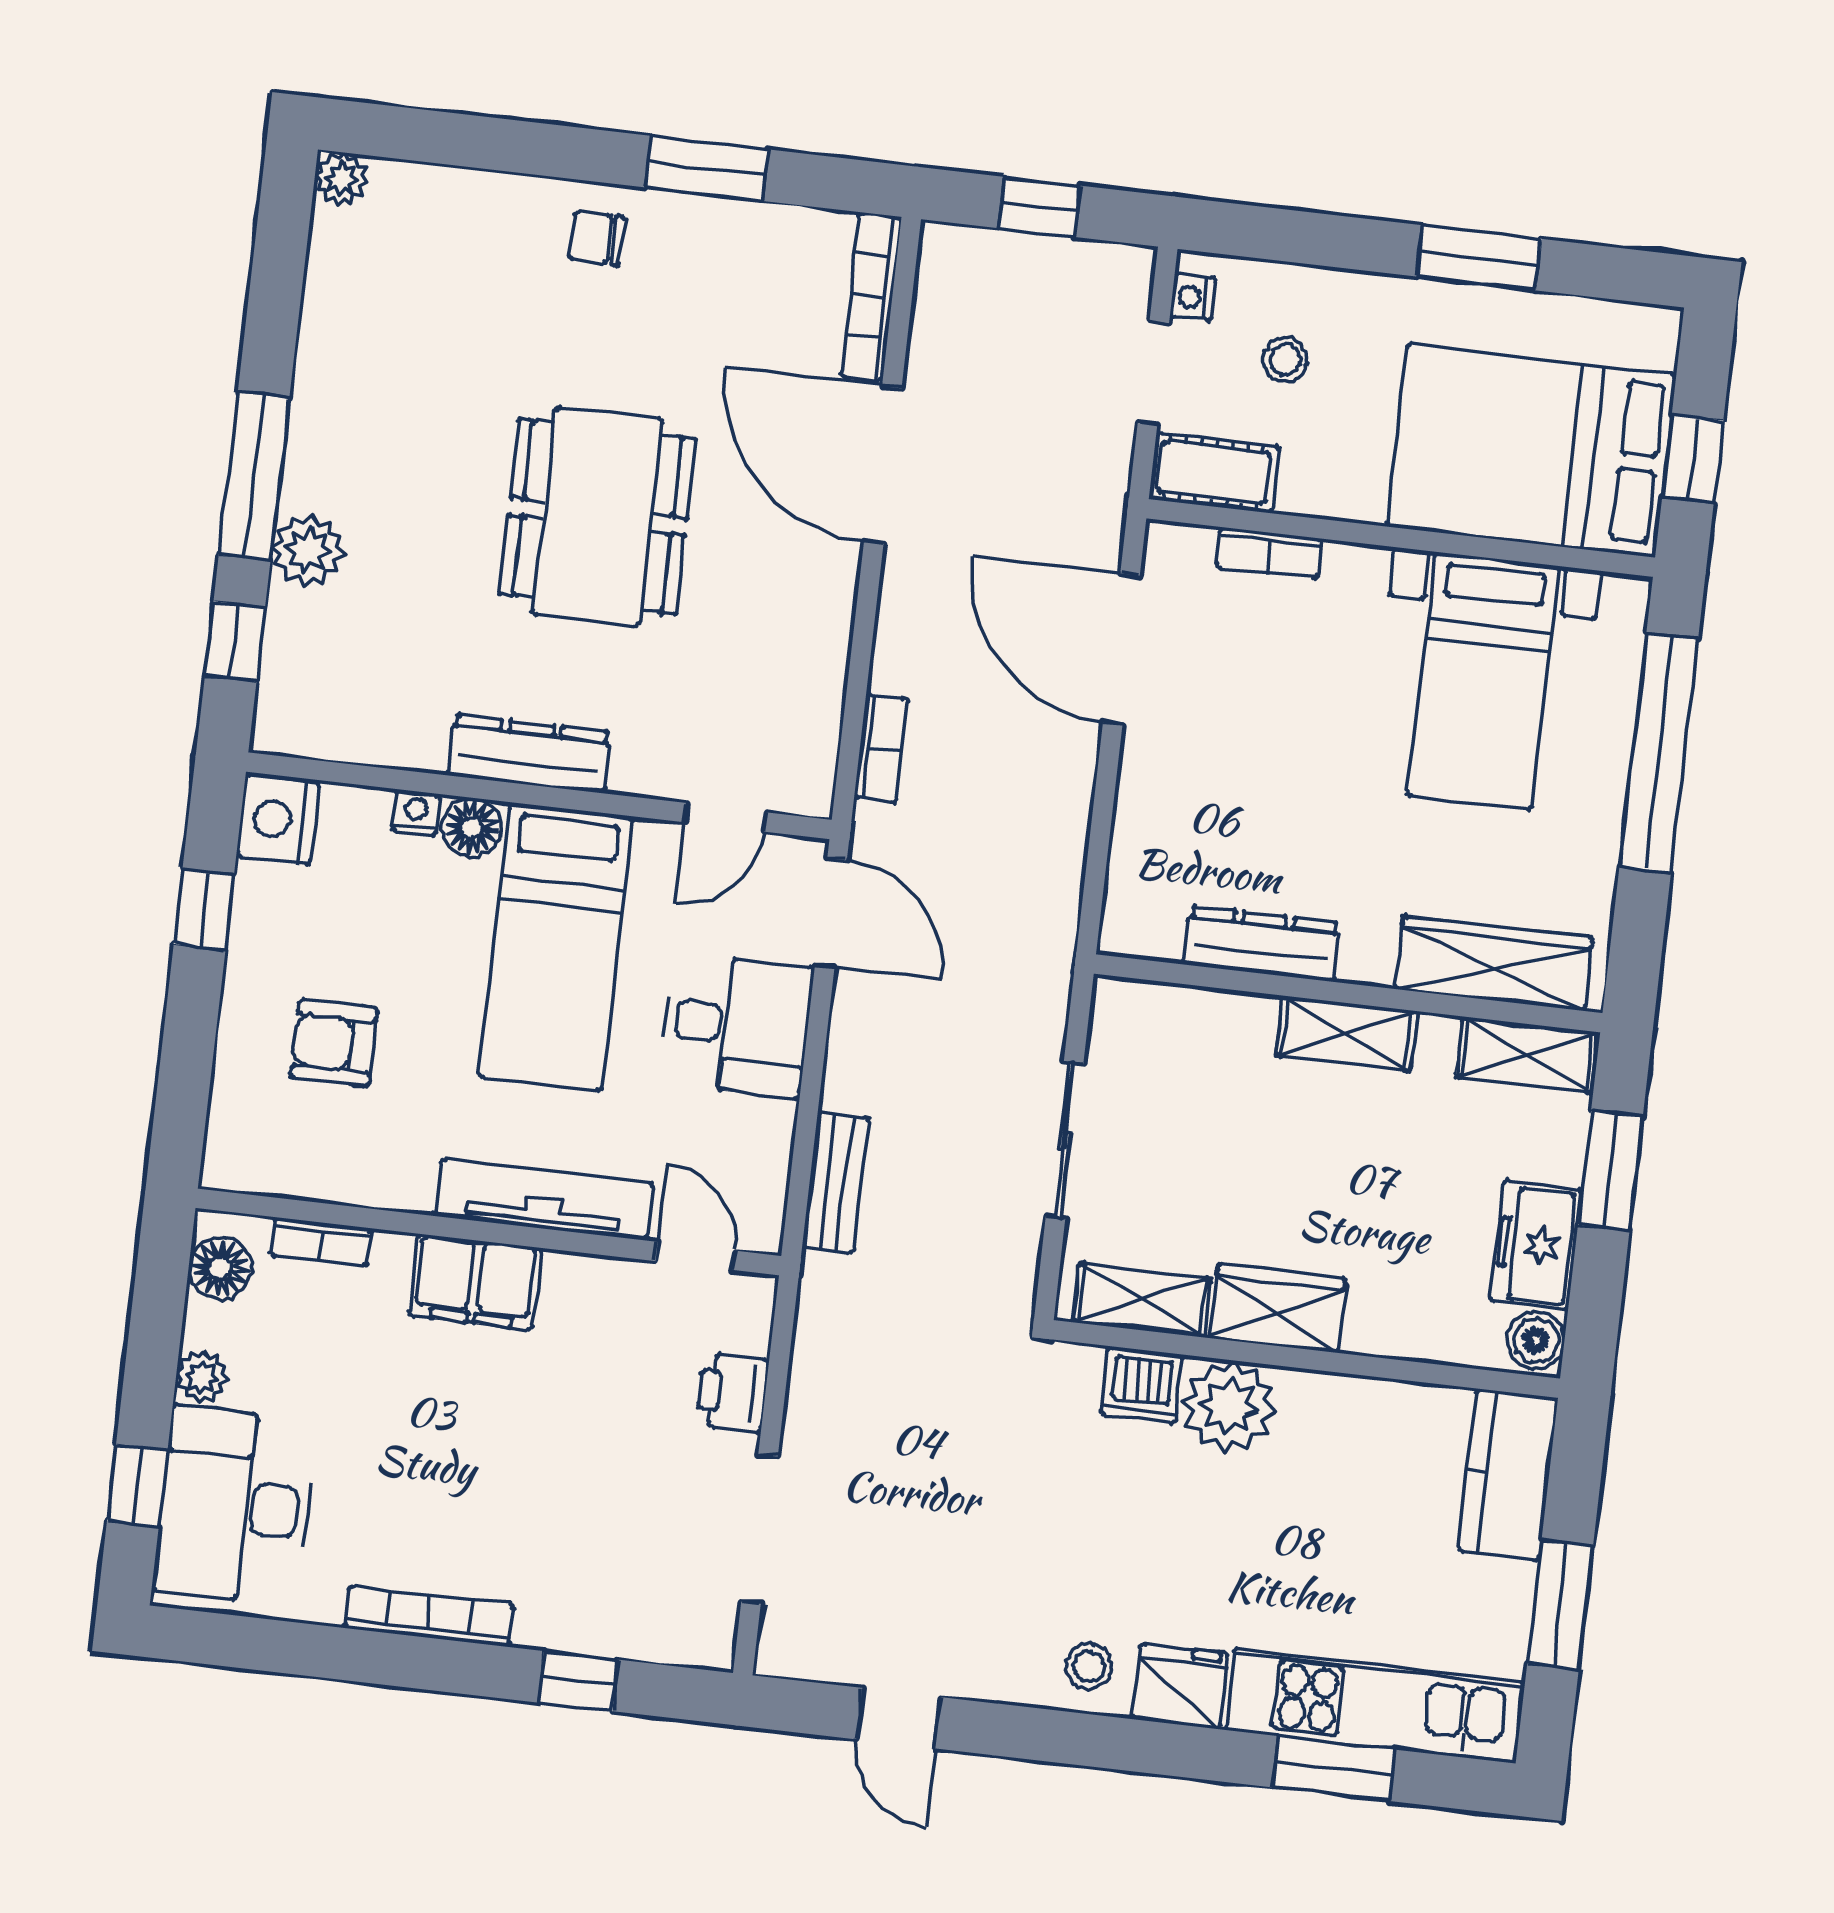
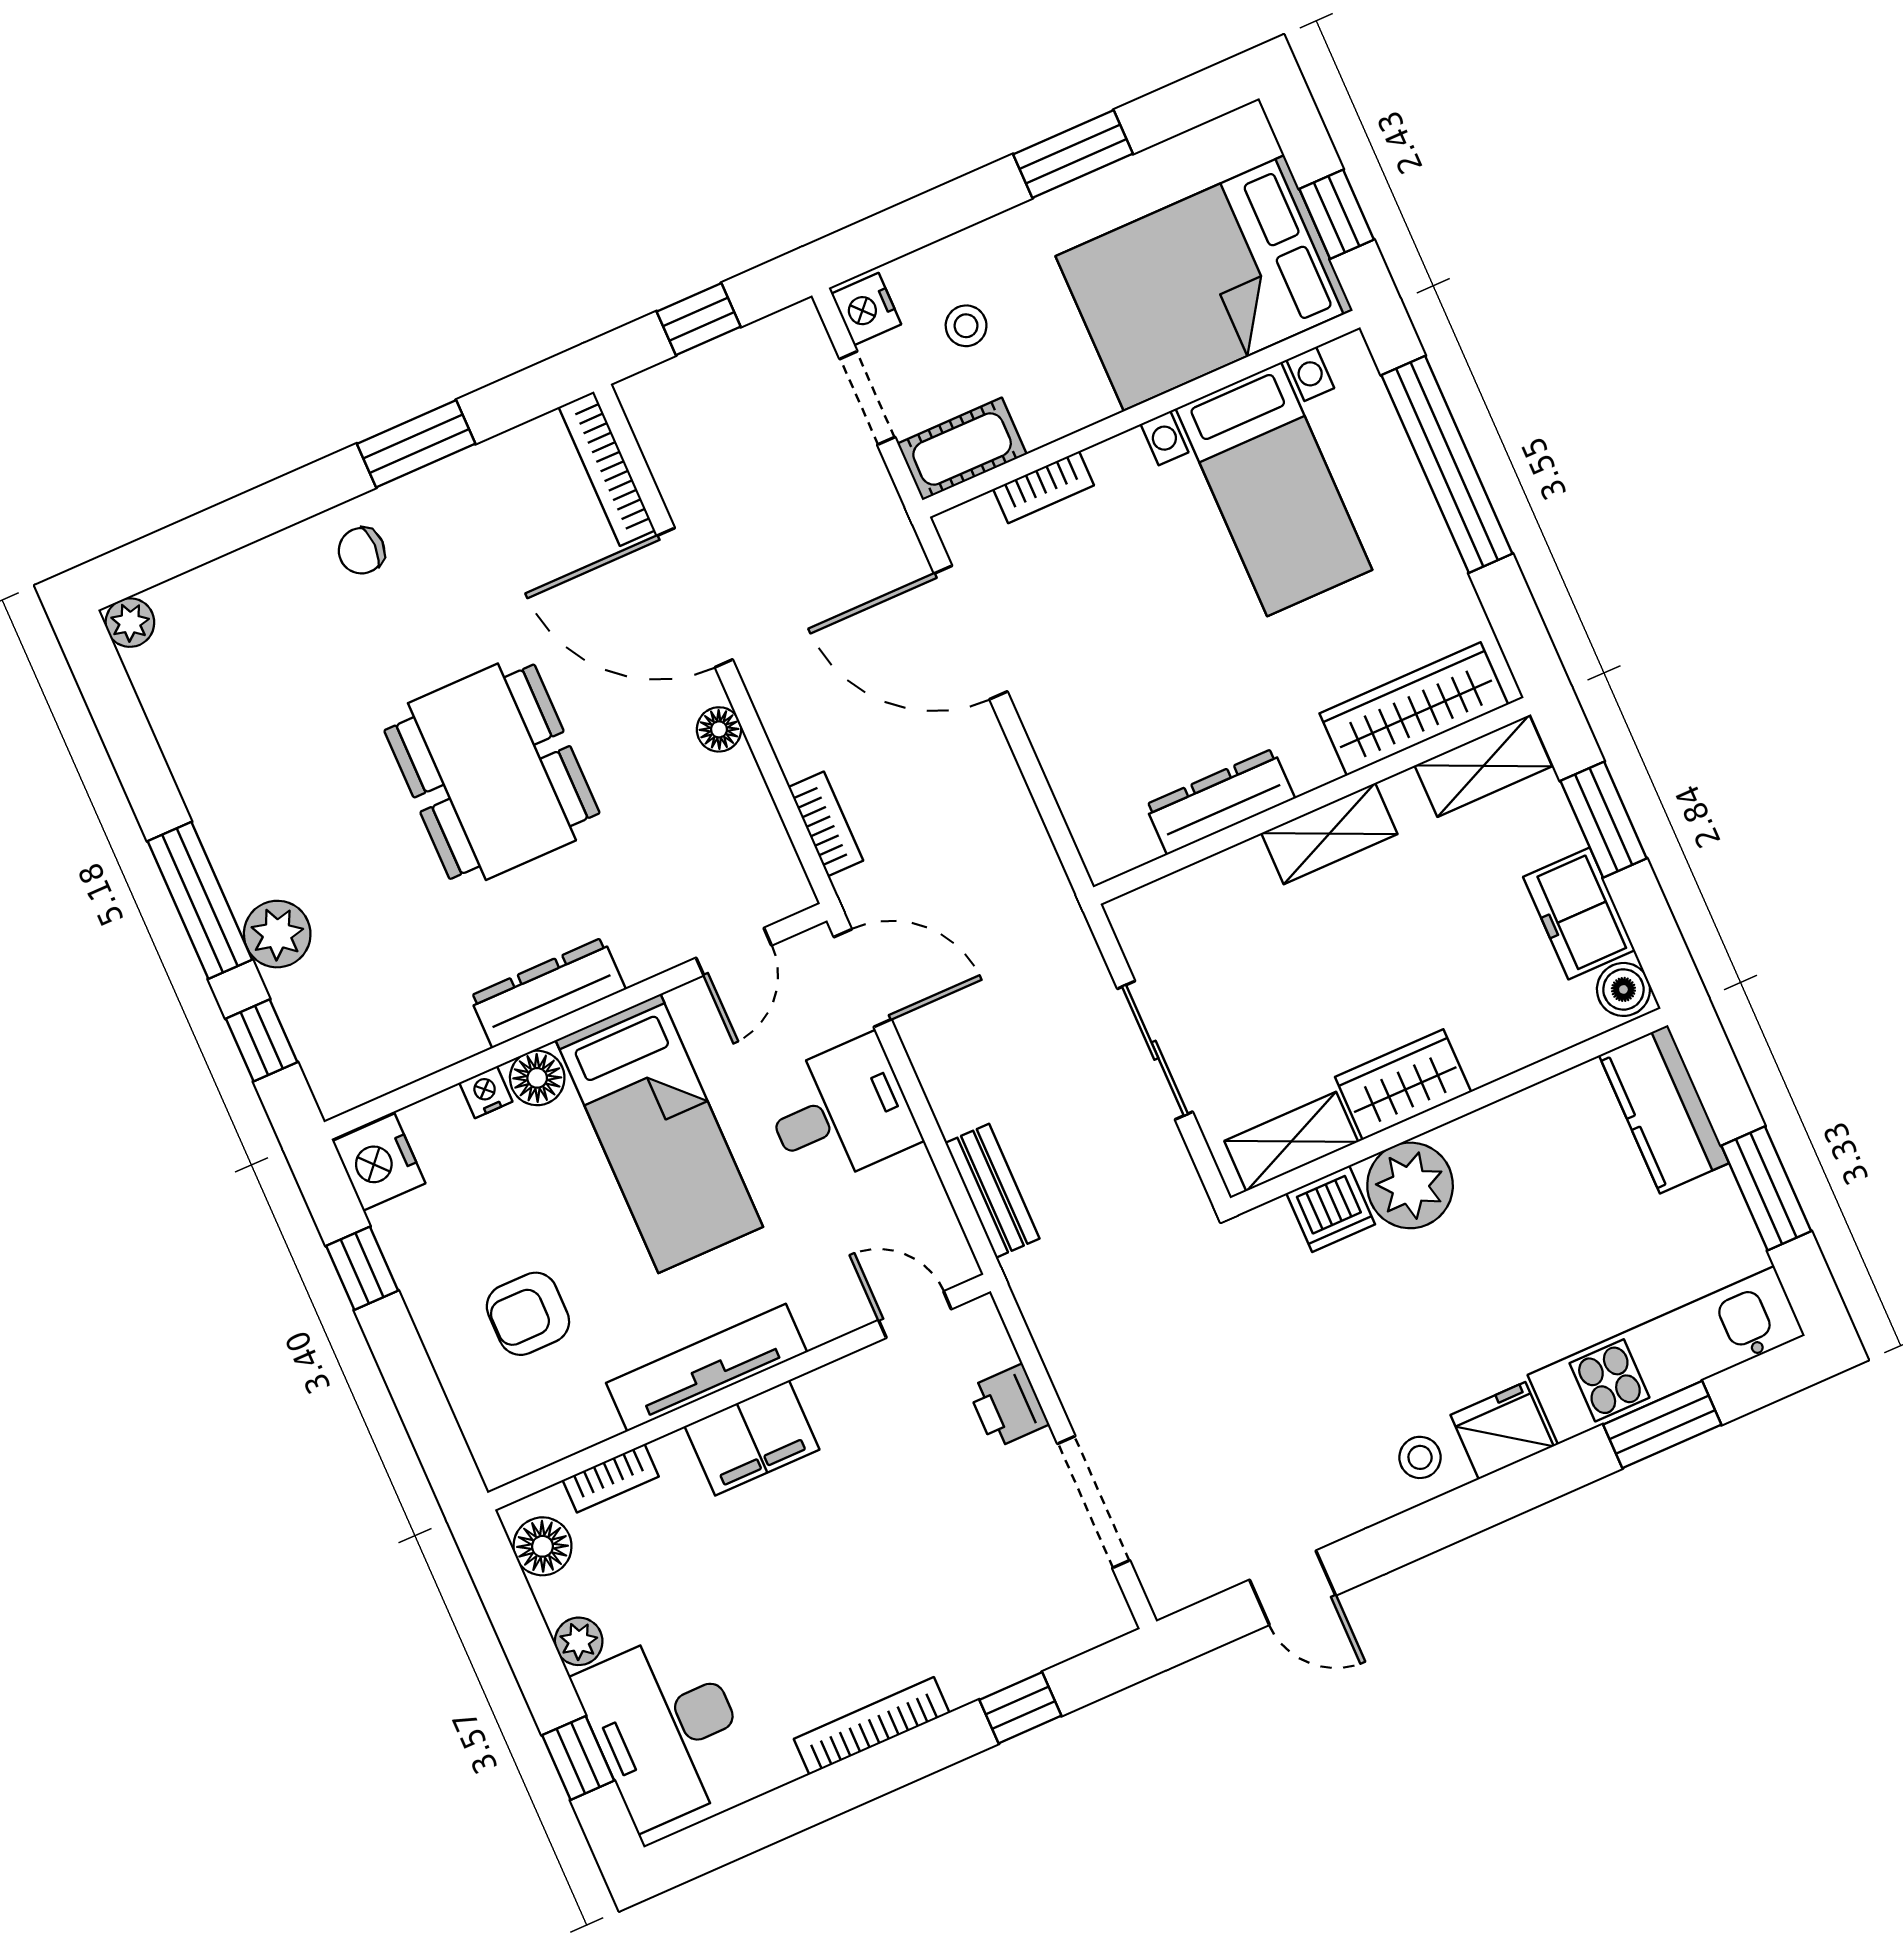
nightstand: (1193, 297) -> (866, 309), width x1.39, depth x1.35
floor lamp: (833, 601) -> (719, 729), added
tv unit: (544, 1200) -> (707, 1368), moved

